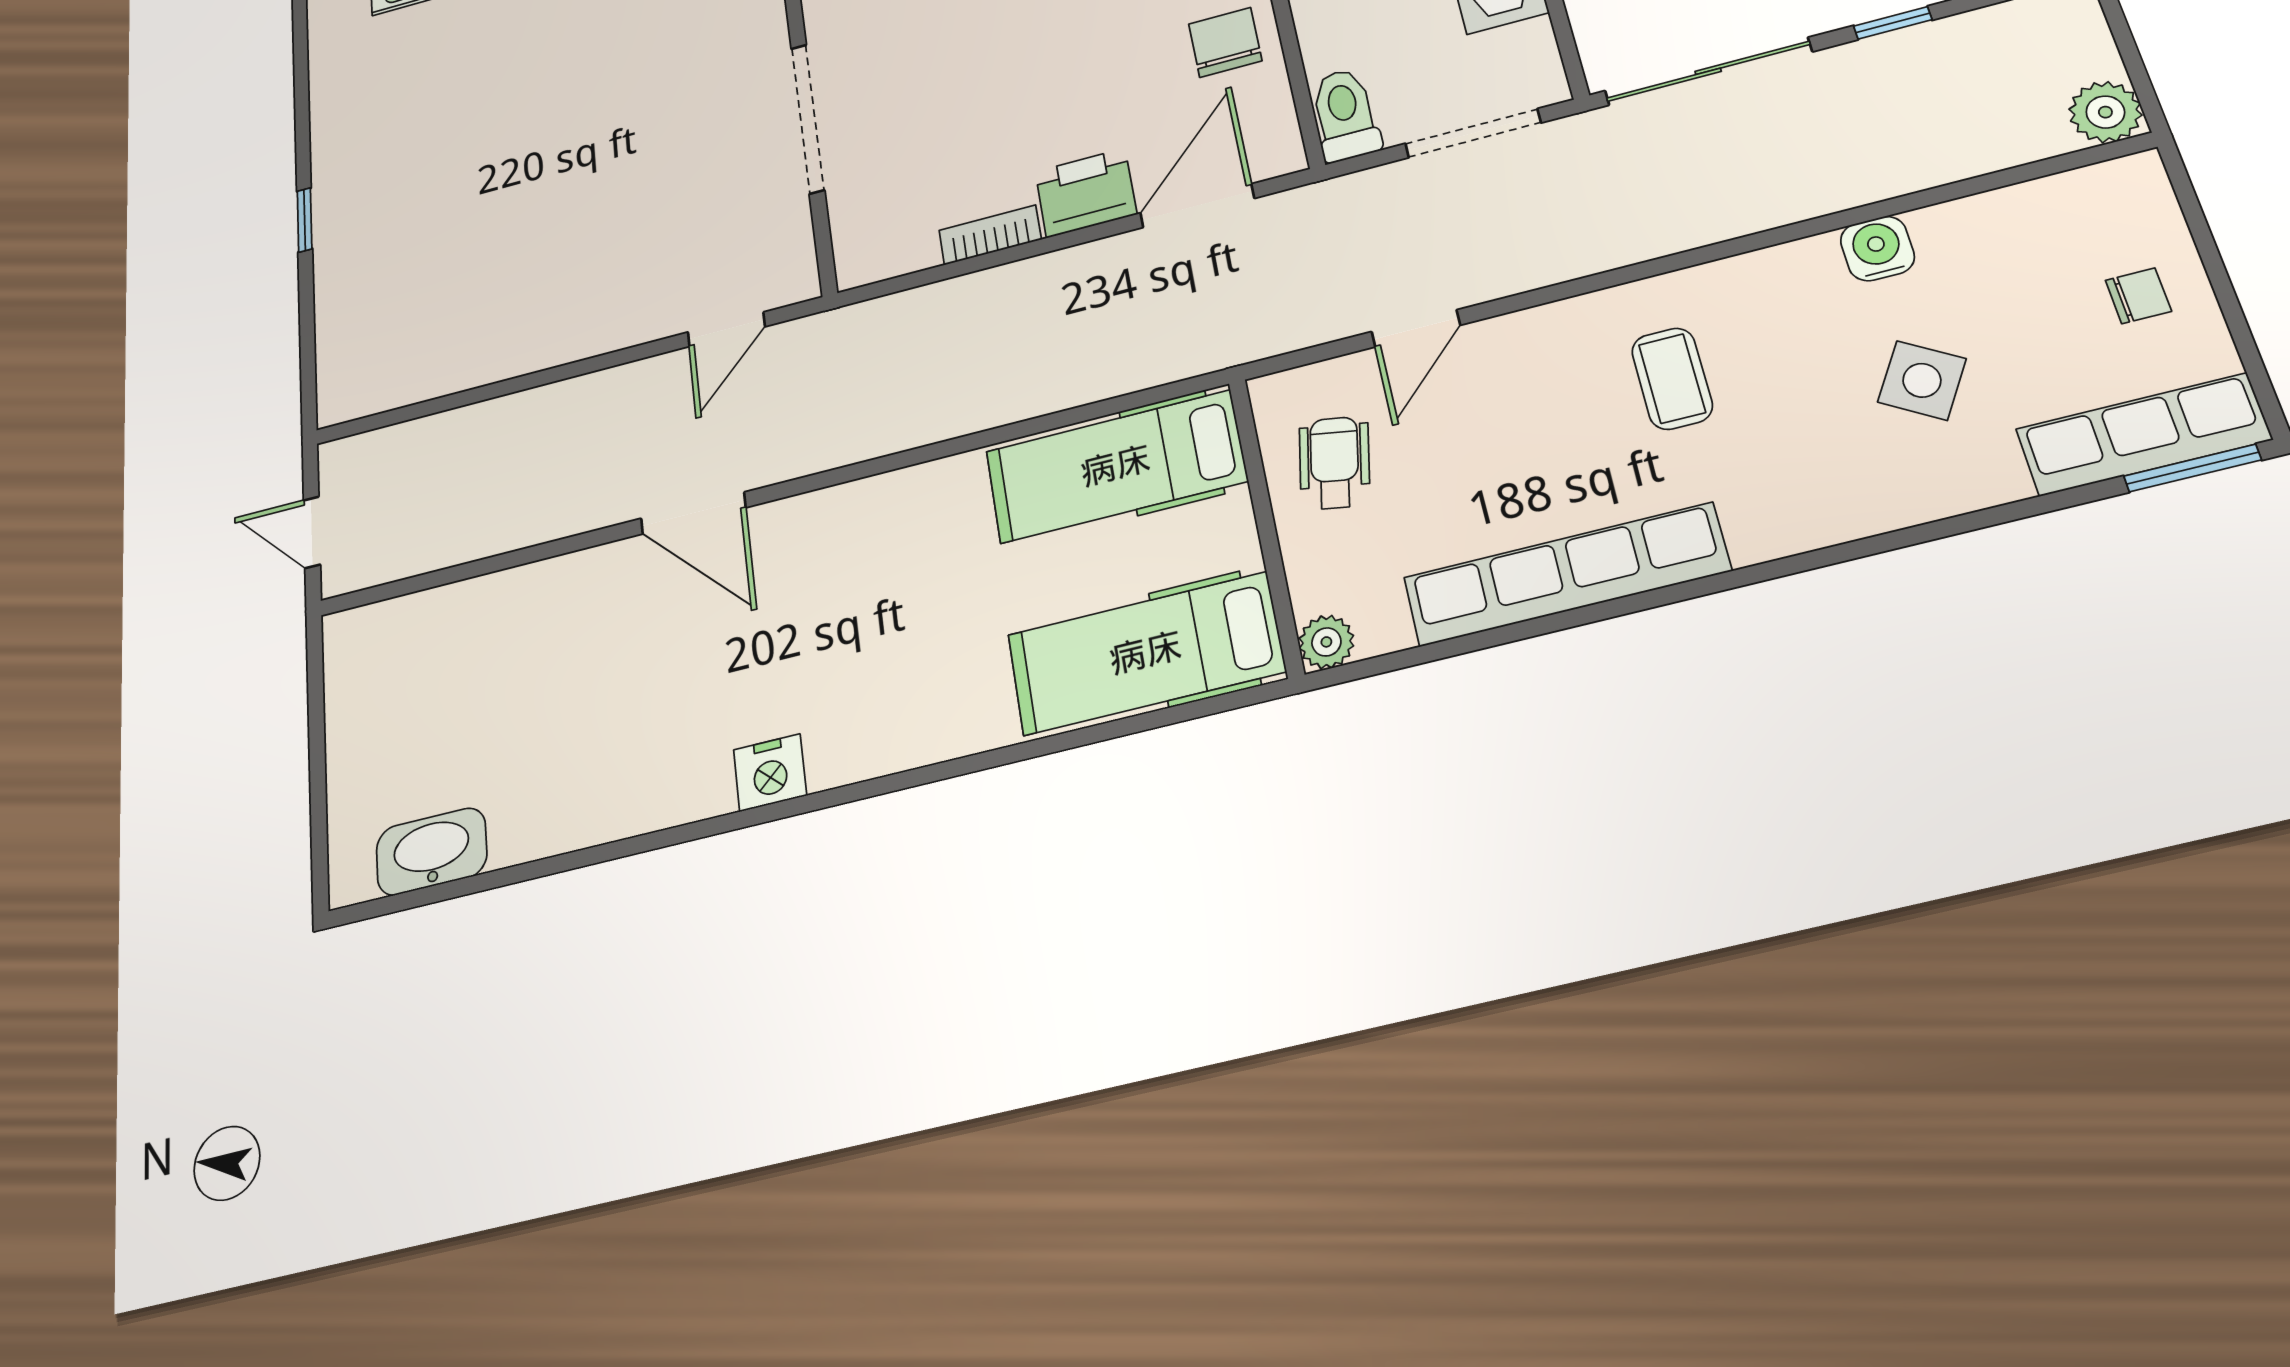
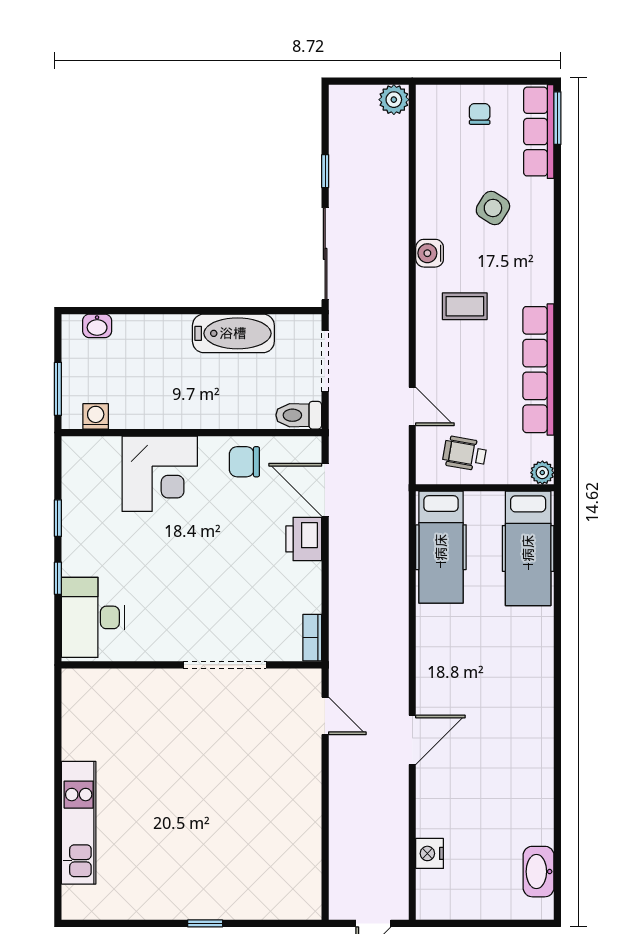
bookcase: (990, 235) -> (312, 638), moved
water cooler: (1877, 249) -> (430, 253), moved
nightstand: (770, 773) -> (430, 853), moved, turned 180

